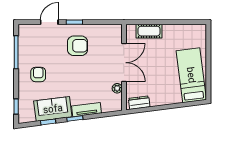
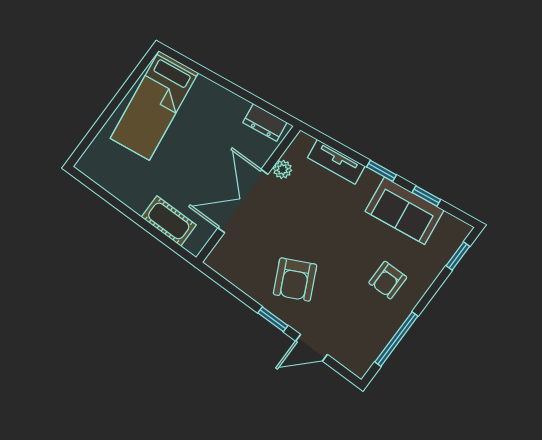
armchair: (77, 46) -> (295, 280), turned -116
tv unit: (86, 110) -> (336, 162), moved

